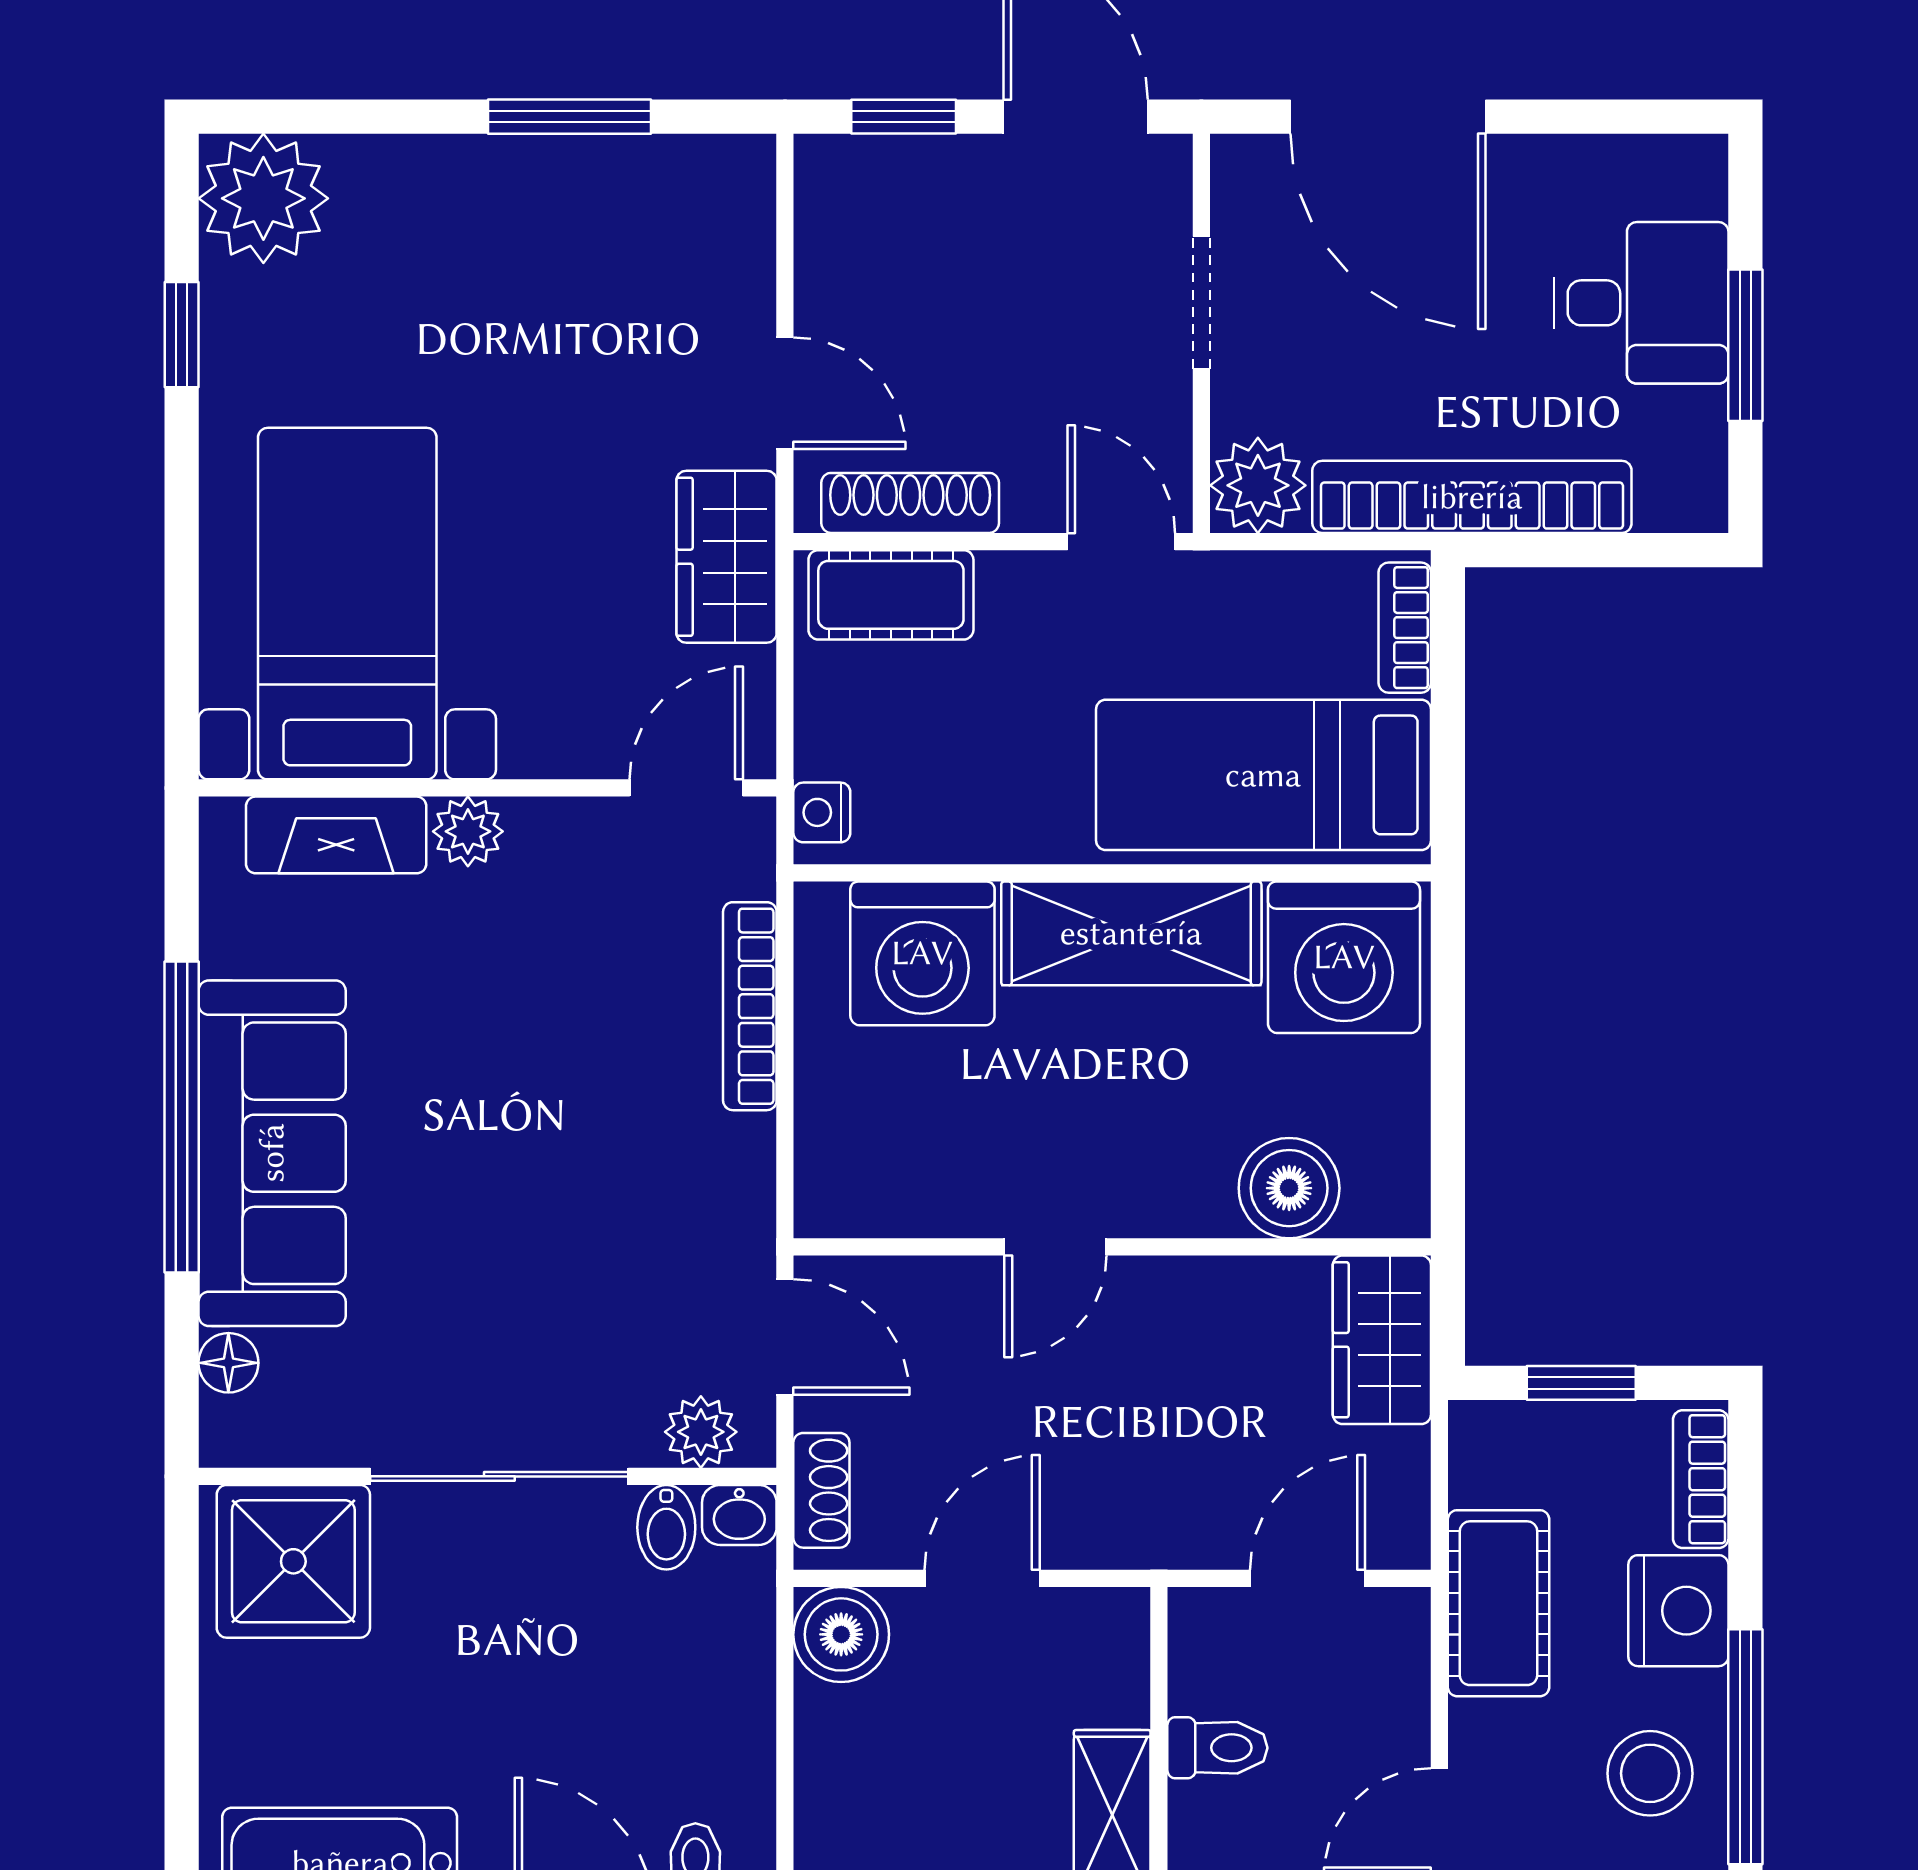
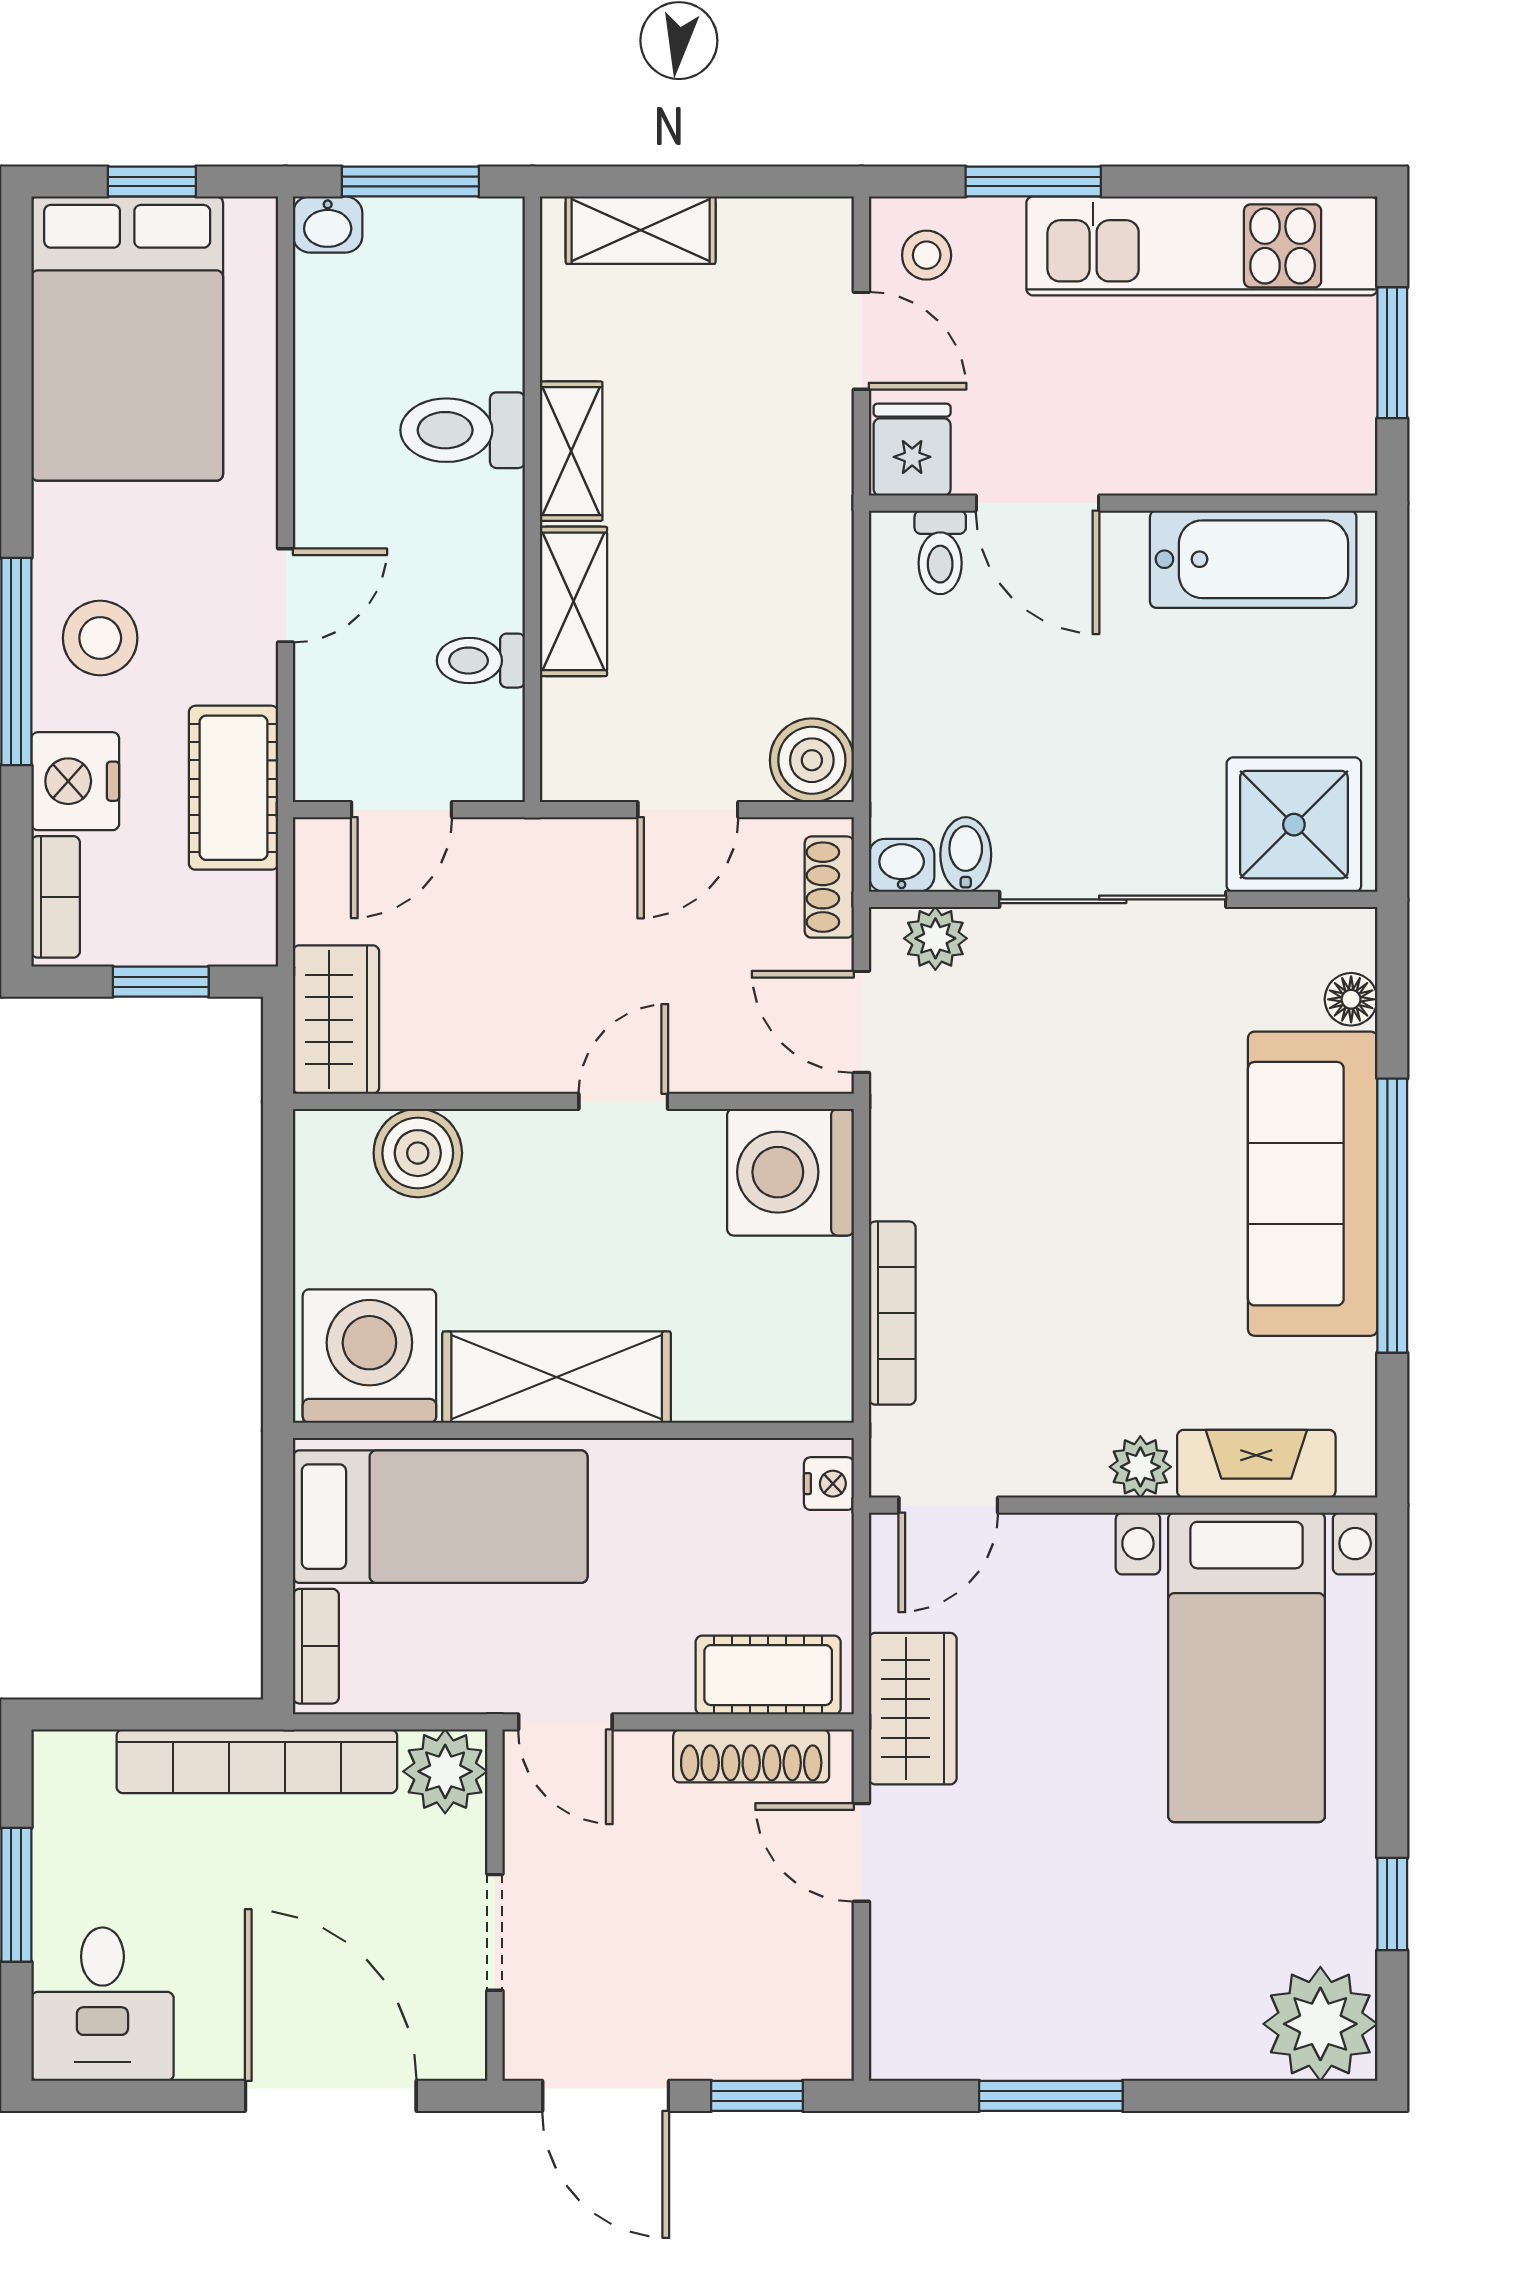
desk: (1641, 303) -> (102, 2004), moved, turned -90
washing machine: (922, 953) -> (790, 1172), moved, turned -90

